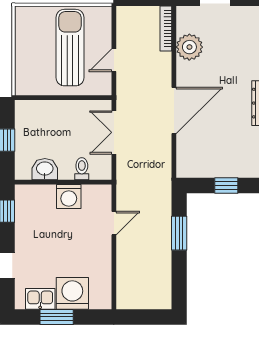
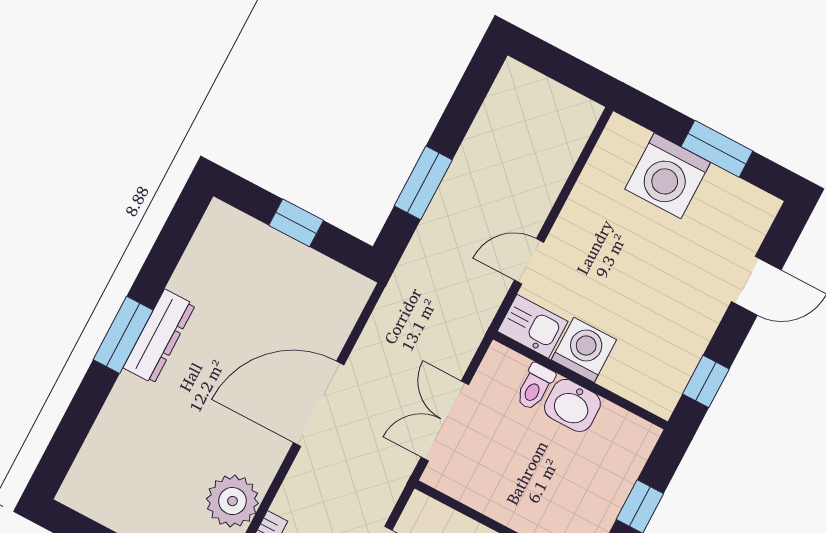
double door: (114, 132) -> (445, 421), swing flipped
washbasin: (45, 169) -> (572, 405), moved
kitchen sink: (40, 299) -> (533, 326), moved, turned 180

